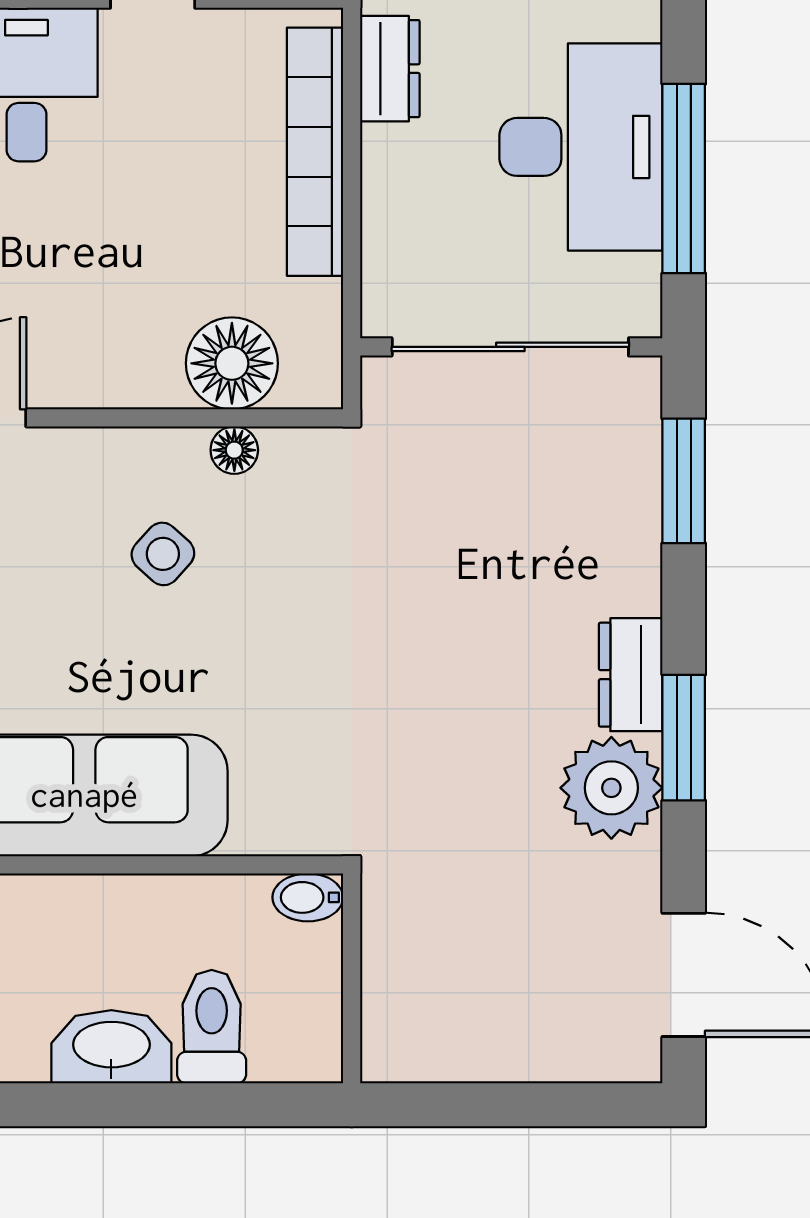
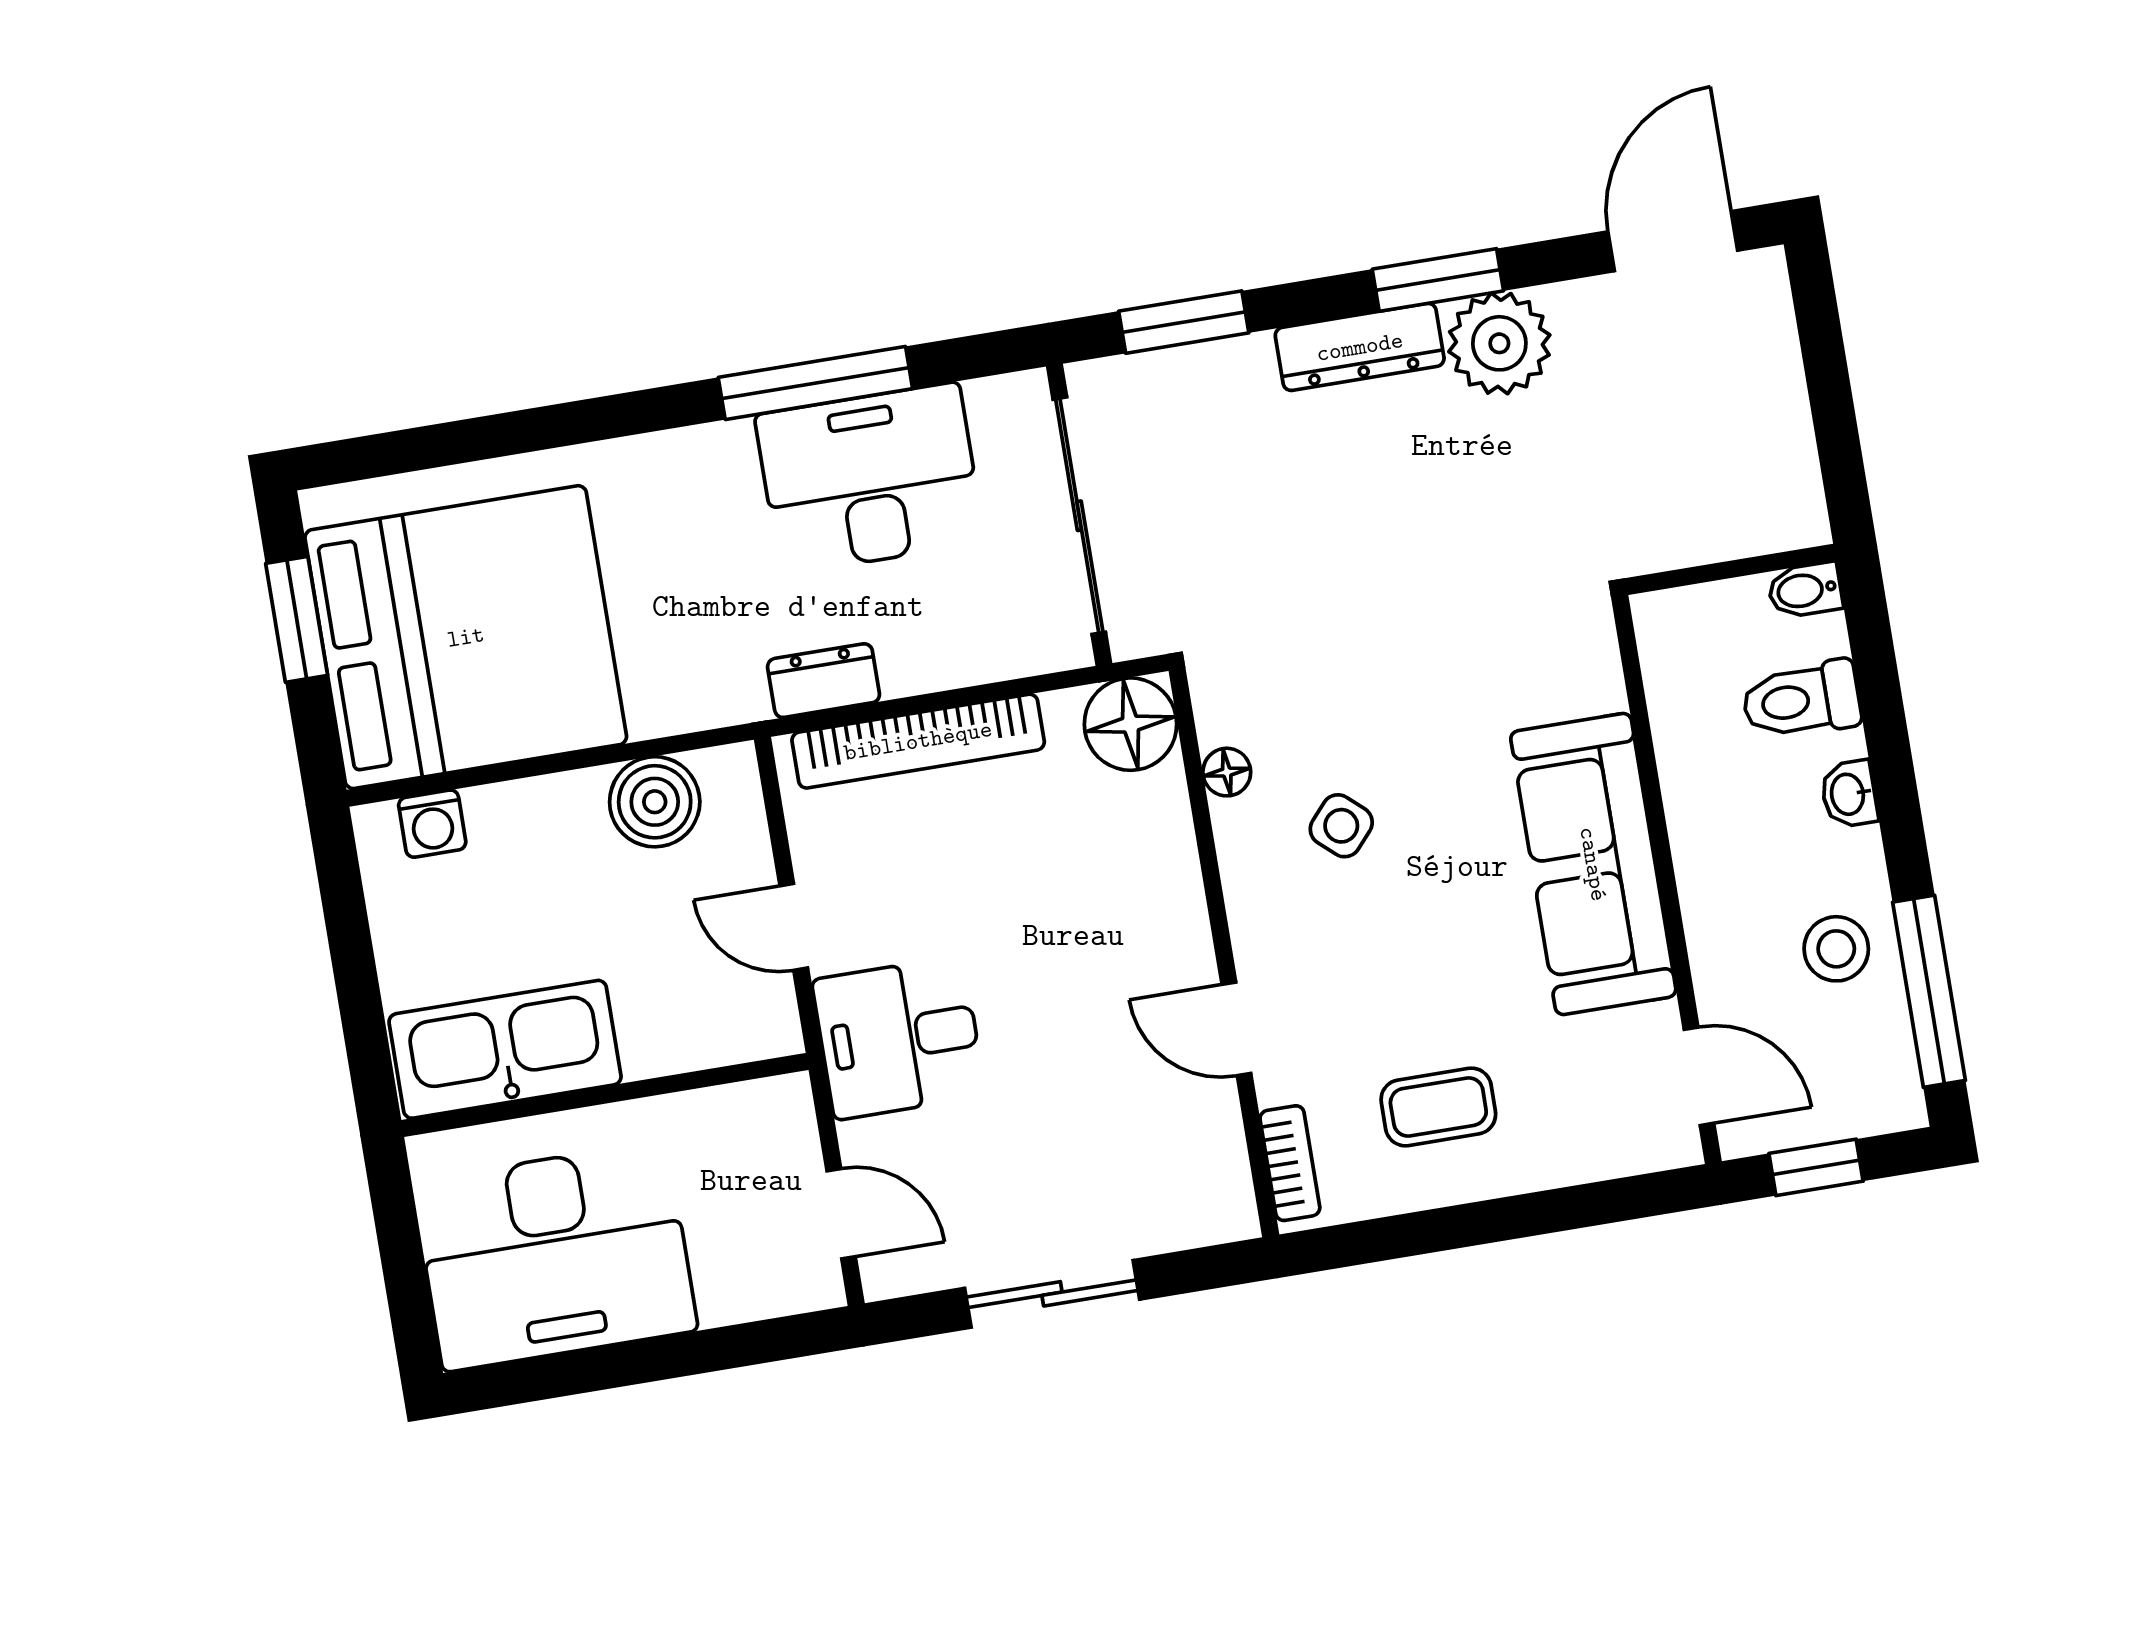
window: (684, 179) -> (815, 383), moved
floor lamp: (232, 363) -> (1131, 724), moved
dresser: (631, 675) -> (1360, 347), width x1.44
bidet: (308, 897) -> (1805, 590), moved, turned 90
washbasin: (111, 1047) -> (1849, 794), width x0.52, depth x0.69

